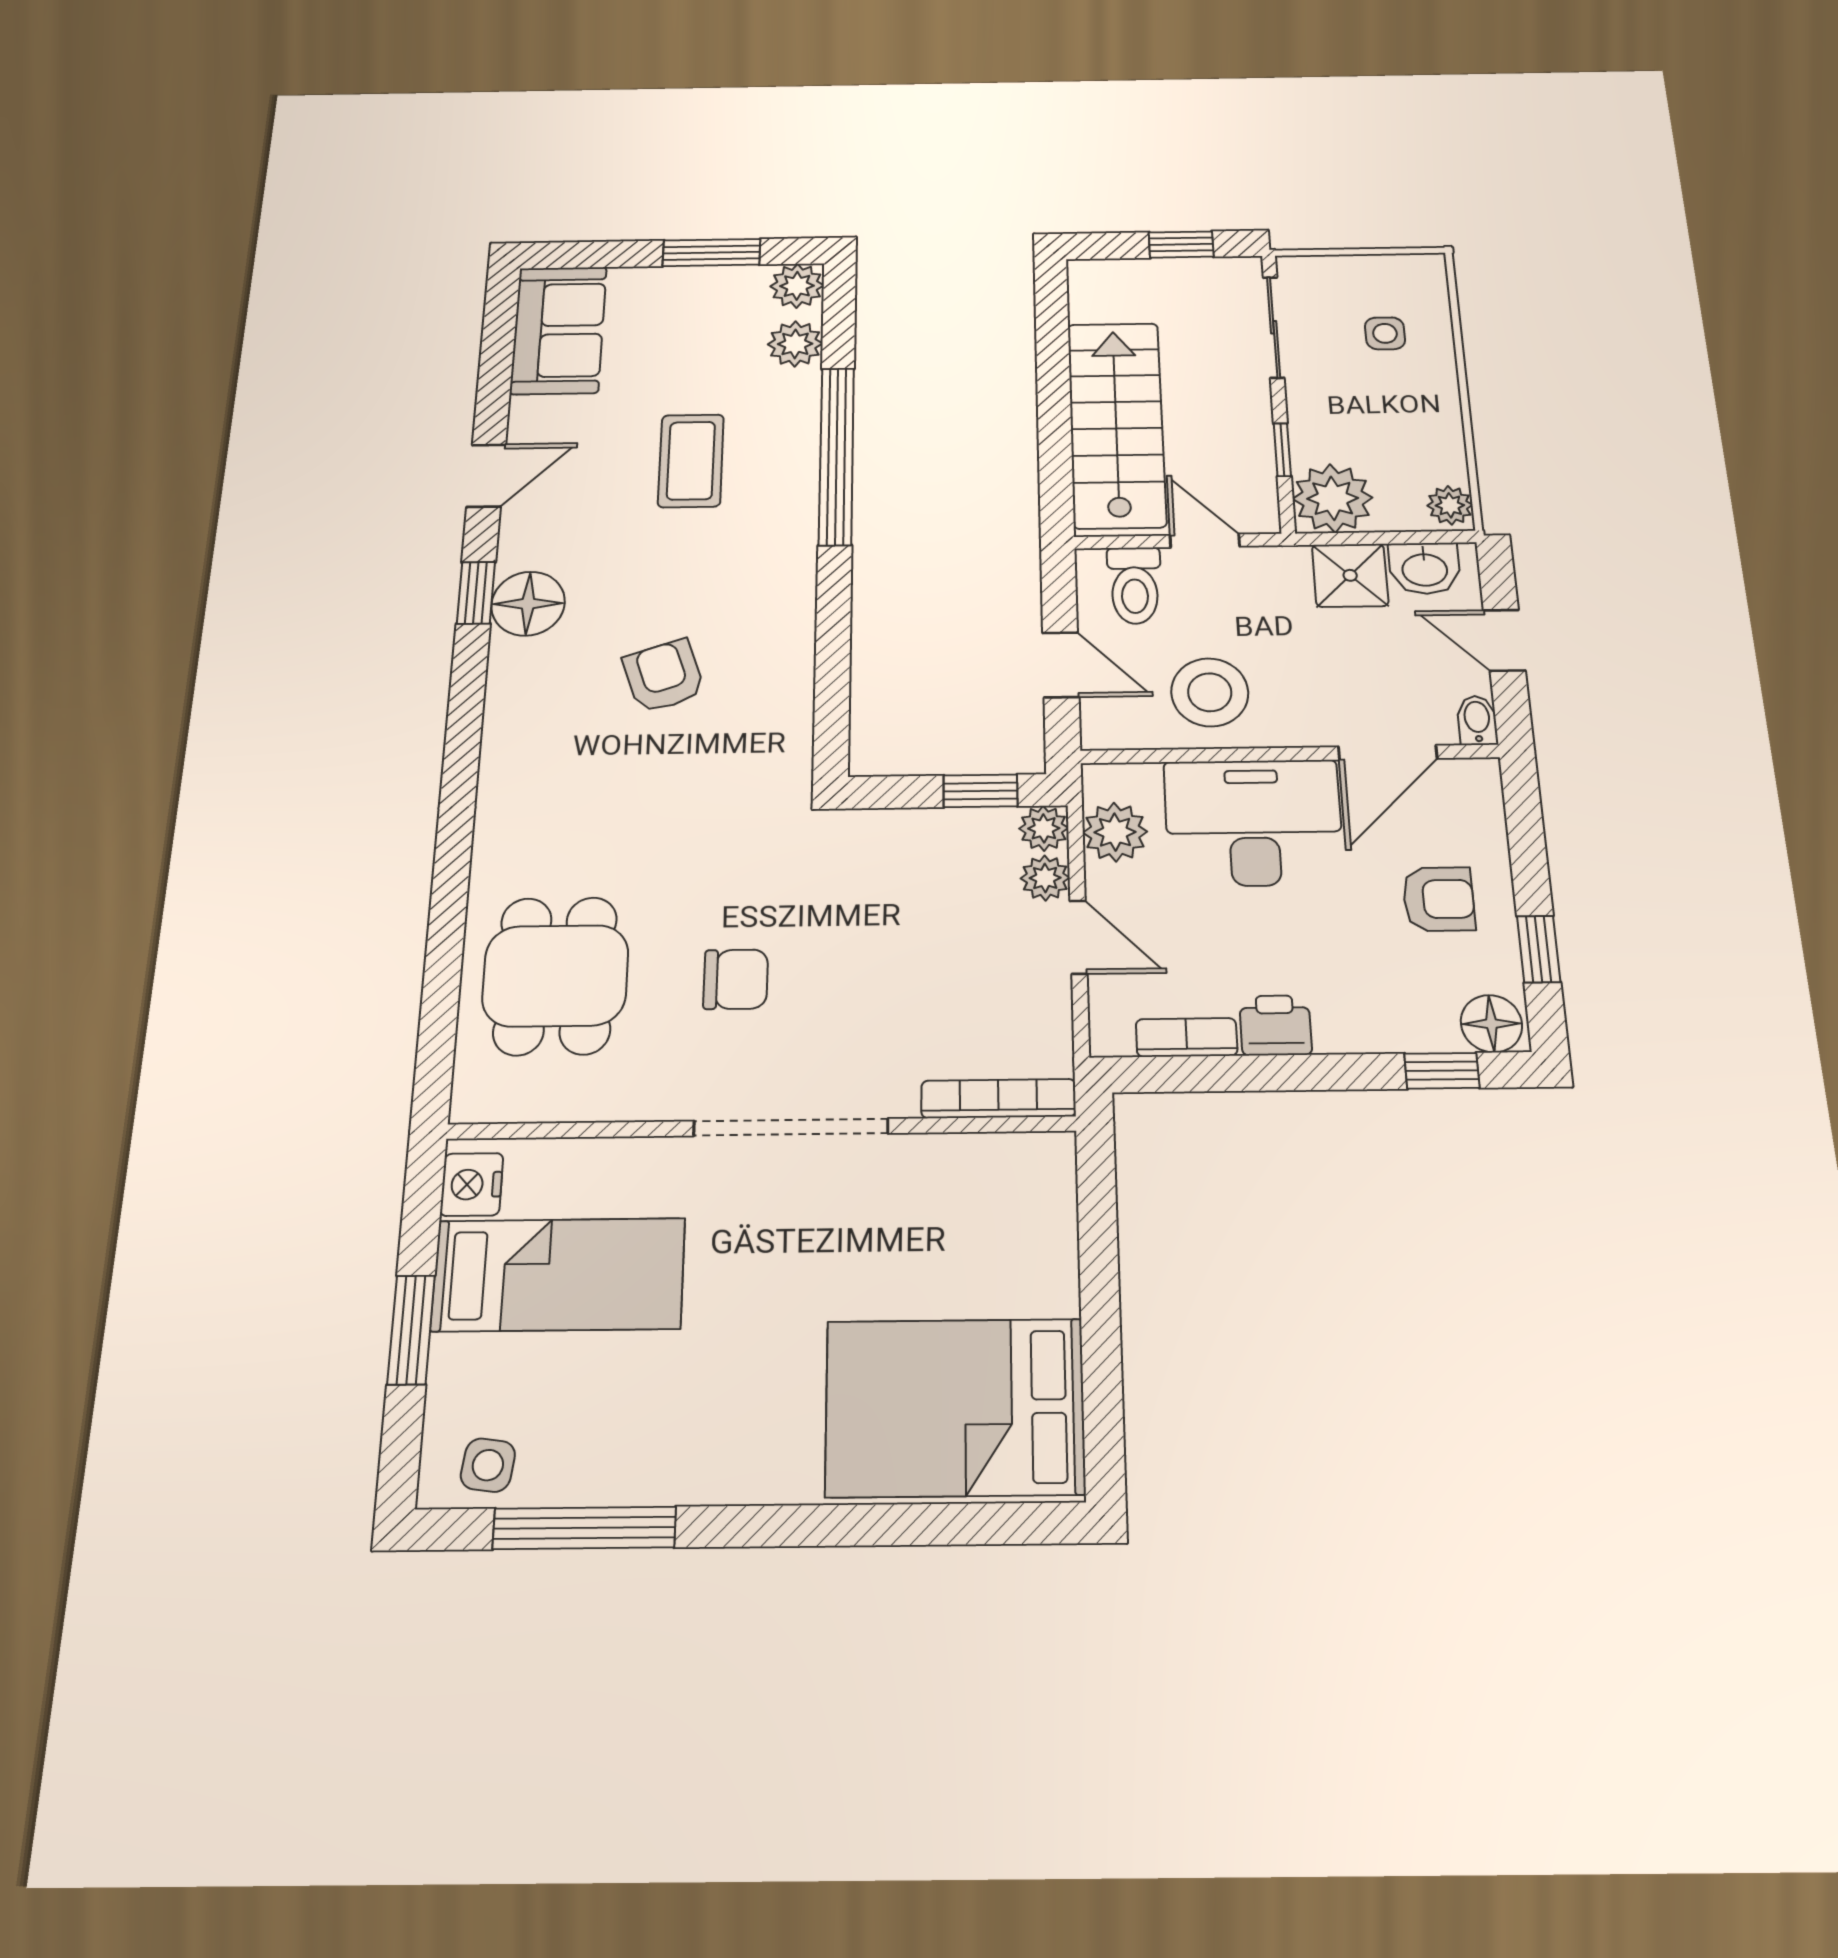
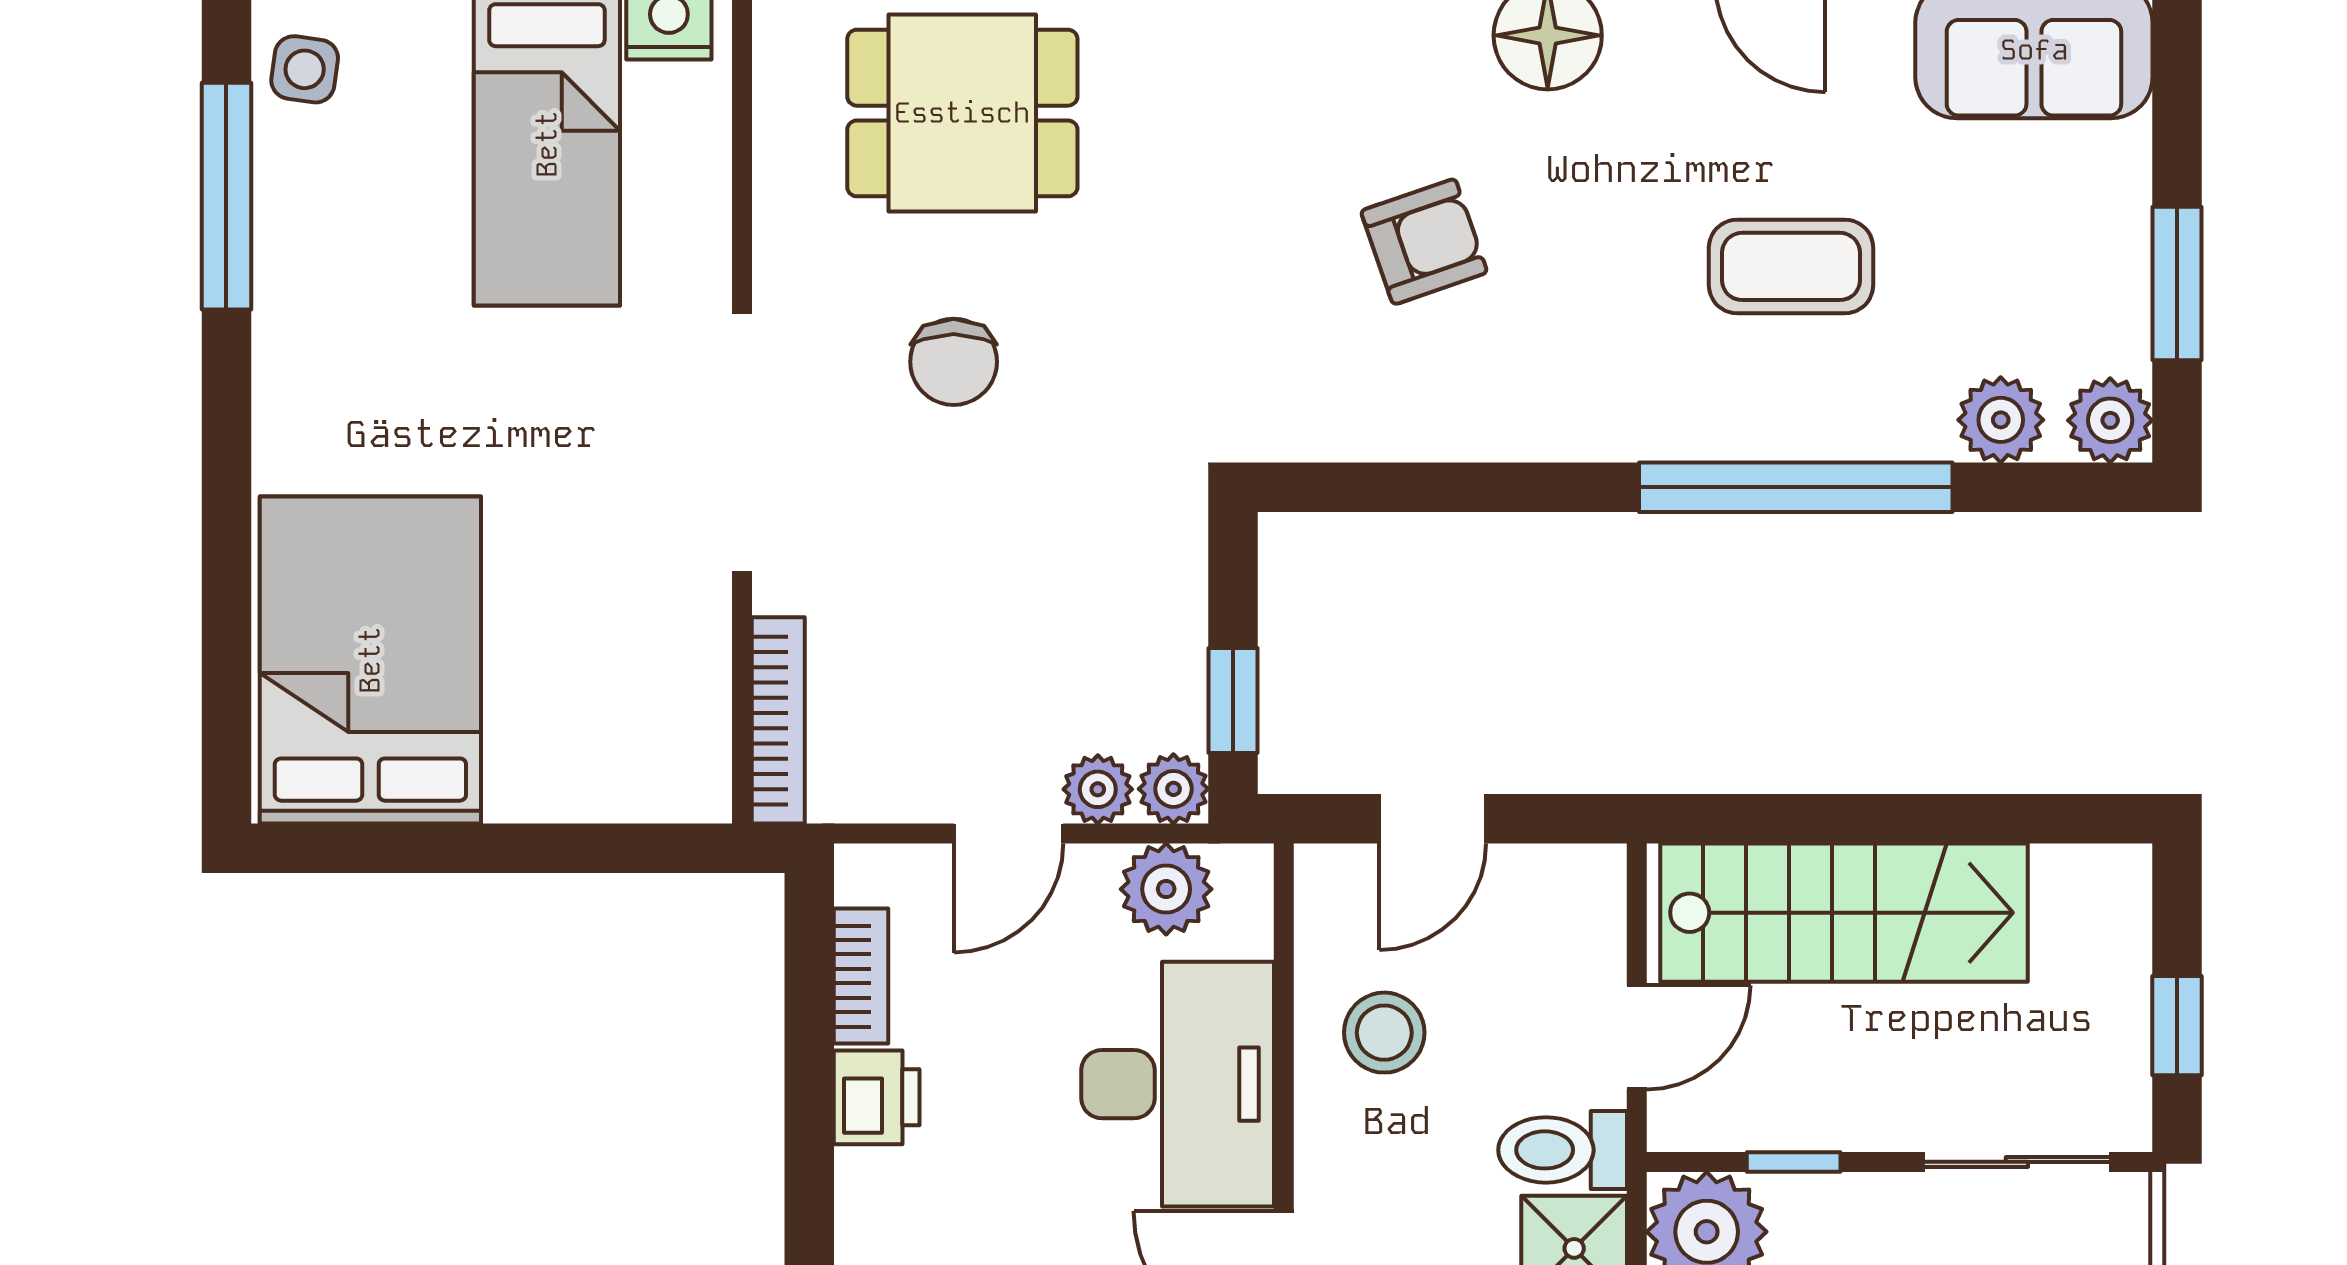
toilet: (1135, 585) -> (1563, 1150), moved
stool: (1210, 692) -> (1384, 1033), width x0.73, depth x0.73

